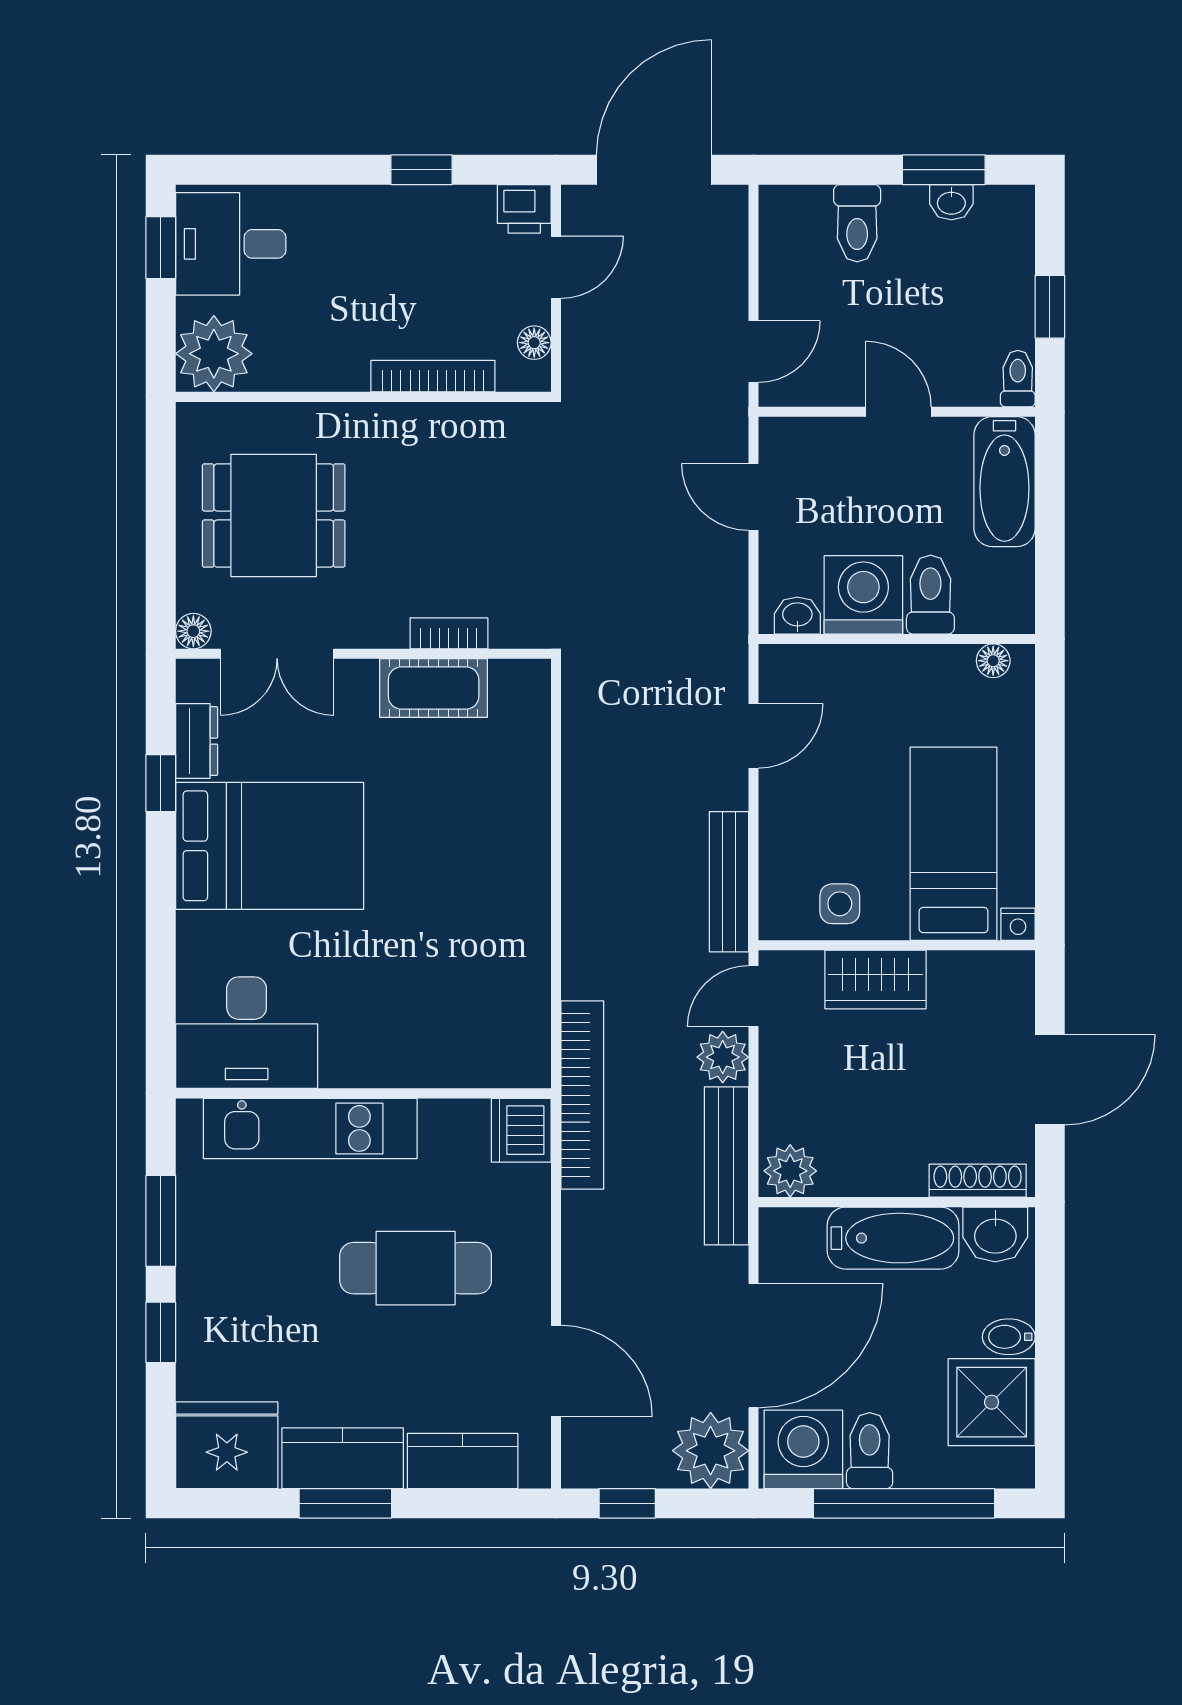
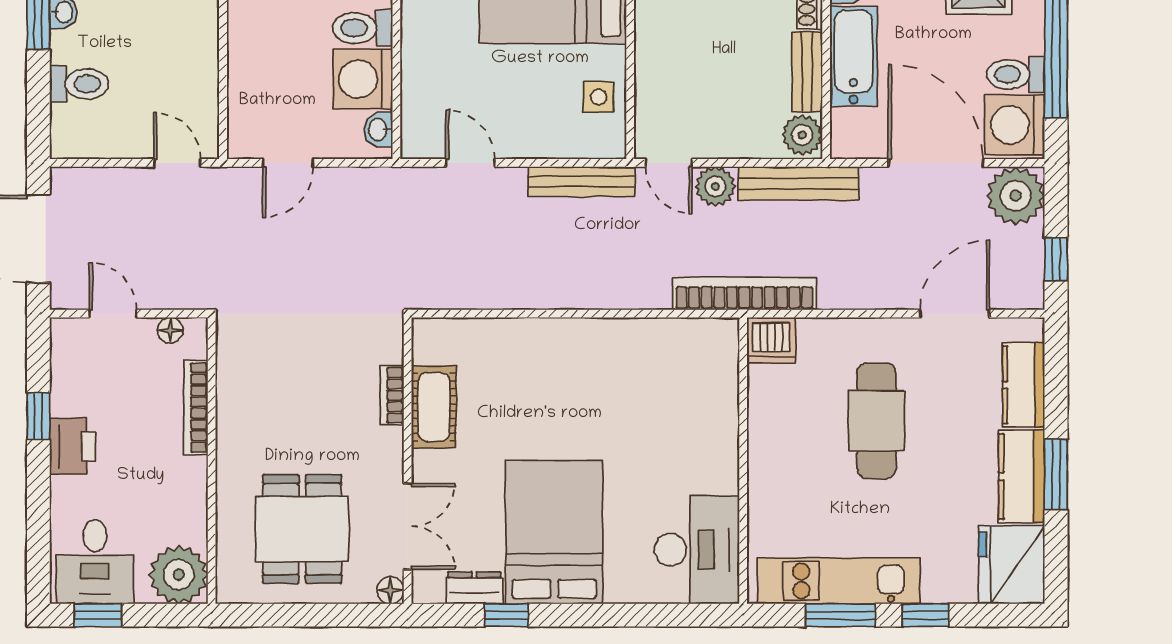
printer: (524, 209) -> (73, 446), moved, width x1.36, depth x1.24
door: (898, 412) -> (223, 52), removed
wardrobe: (875, 980) -> (656, 70), removed
kitchen unit: (310, 1128) -> (839, 581), moved, turned -90
bench: (873, 1177) -> (807, 72), added

